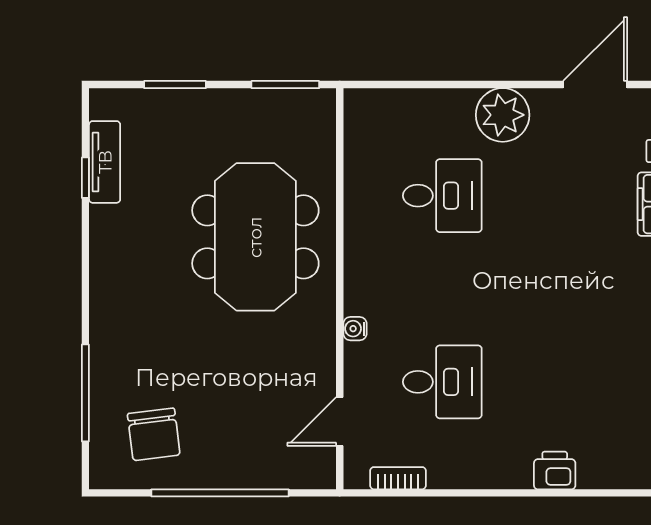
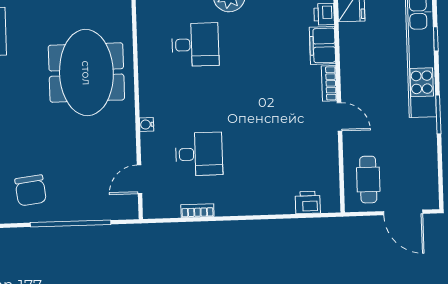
printer: (555, 470) -> (308, 202), moved
bookcase: (398, 478) -> (197, 211), moved

